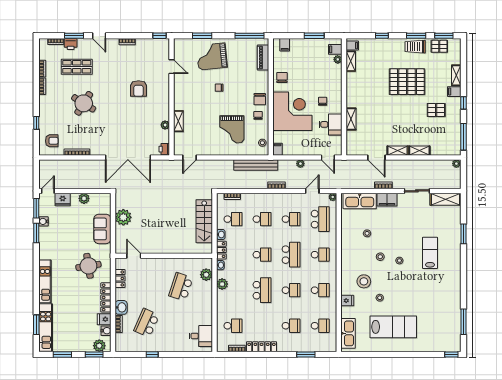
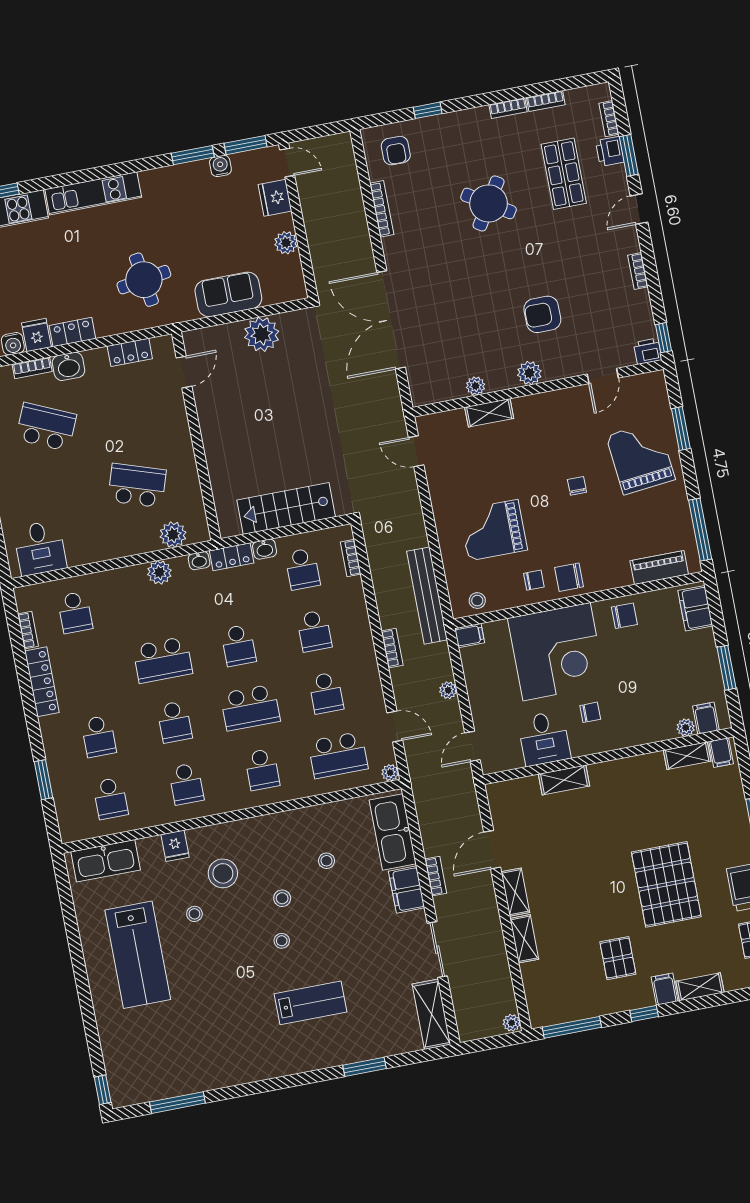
filing cabinet: (285, 45) -> (695, 608), width x2.00
plant: (164, 100) -> (529, 373), added
printer: (164, 149) -> (648, 351), moved
locker: (106, 297) -> (72, 332), width x0.66

